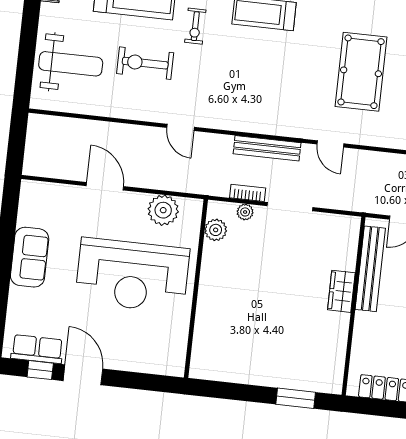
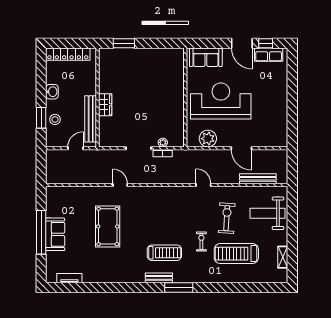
exercise bike: (145, 63) -> (227, 218), turned -87
bench: (267, 148) -> (258, 179), moved
plant: (216, 230) -> (178, 131), removed
sofa: (30, 257) -> (206, 57), moved, turned -90

